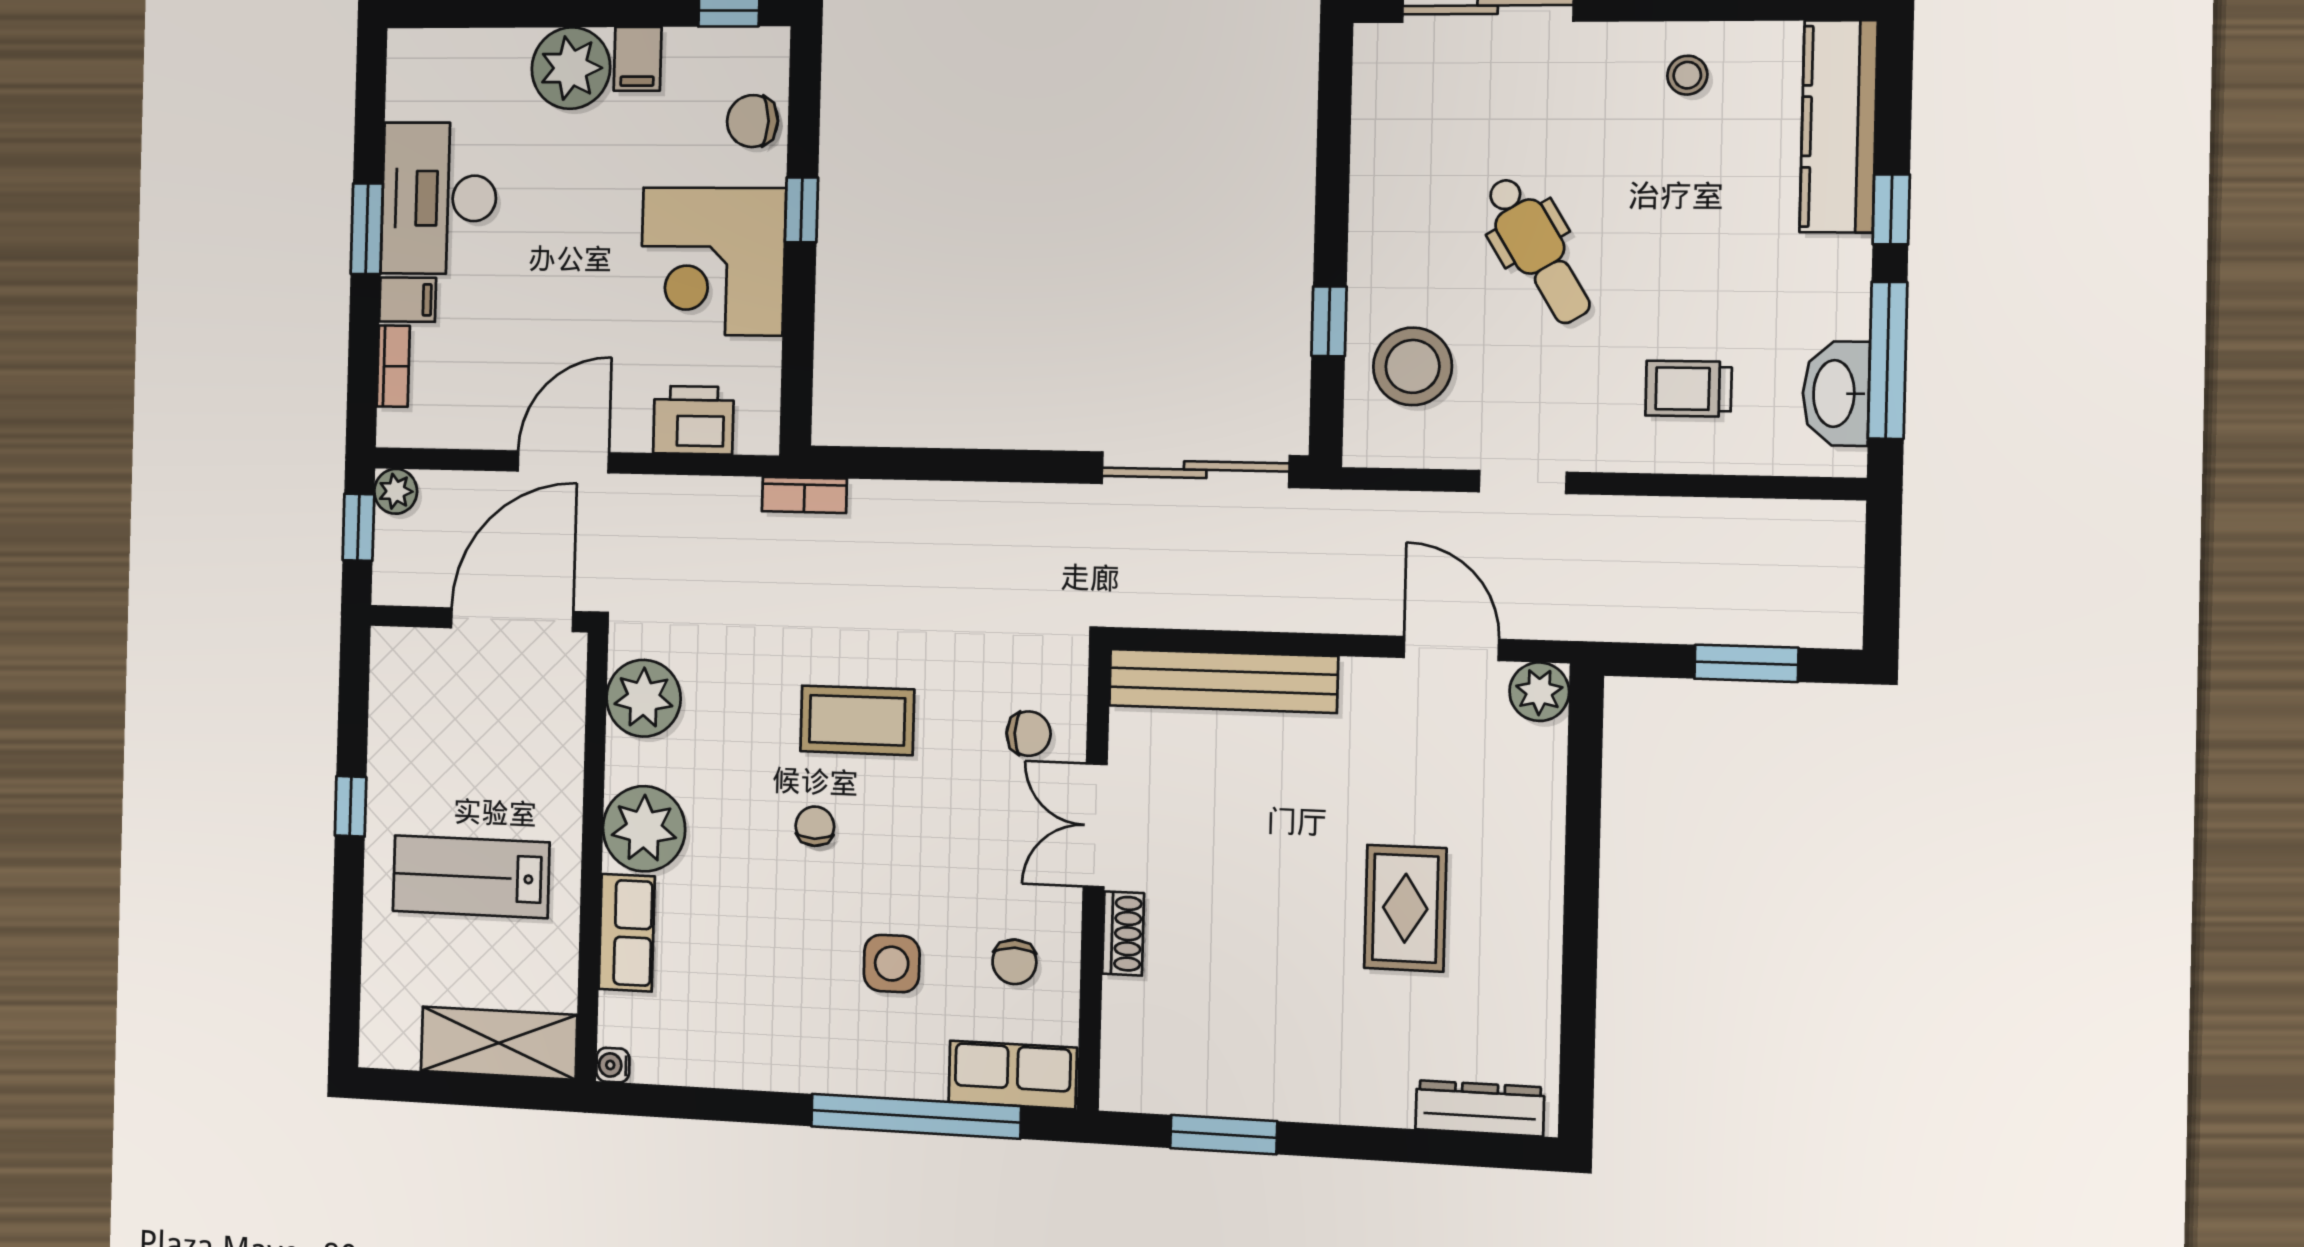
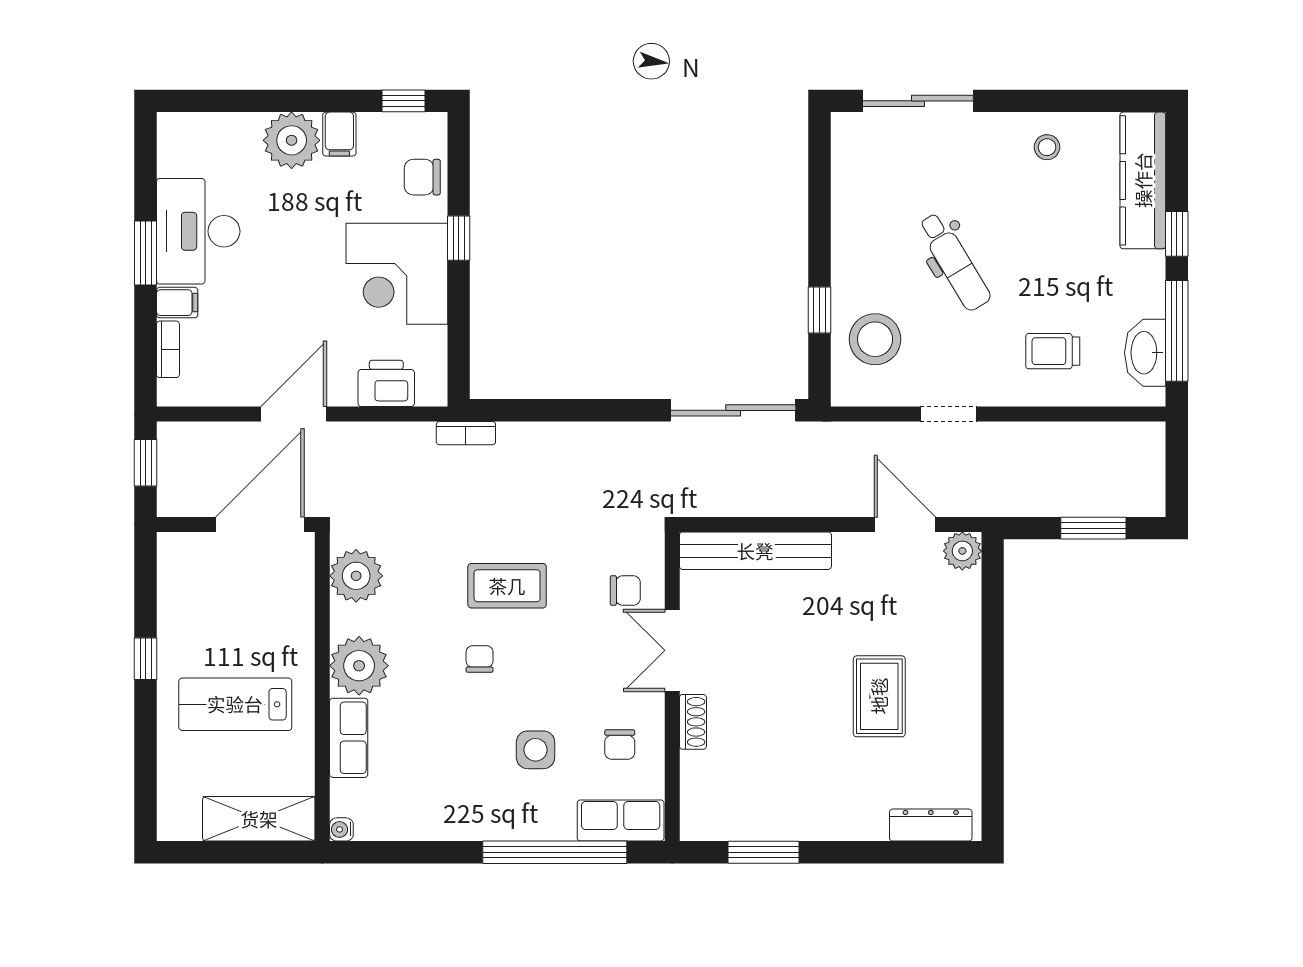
plant: (396, 491) -> (172, 437), removed

